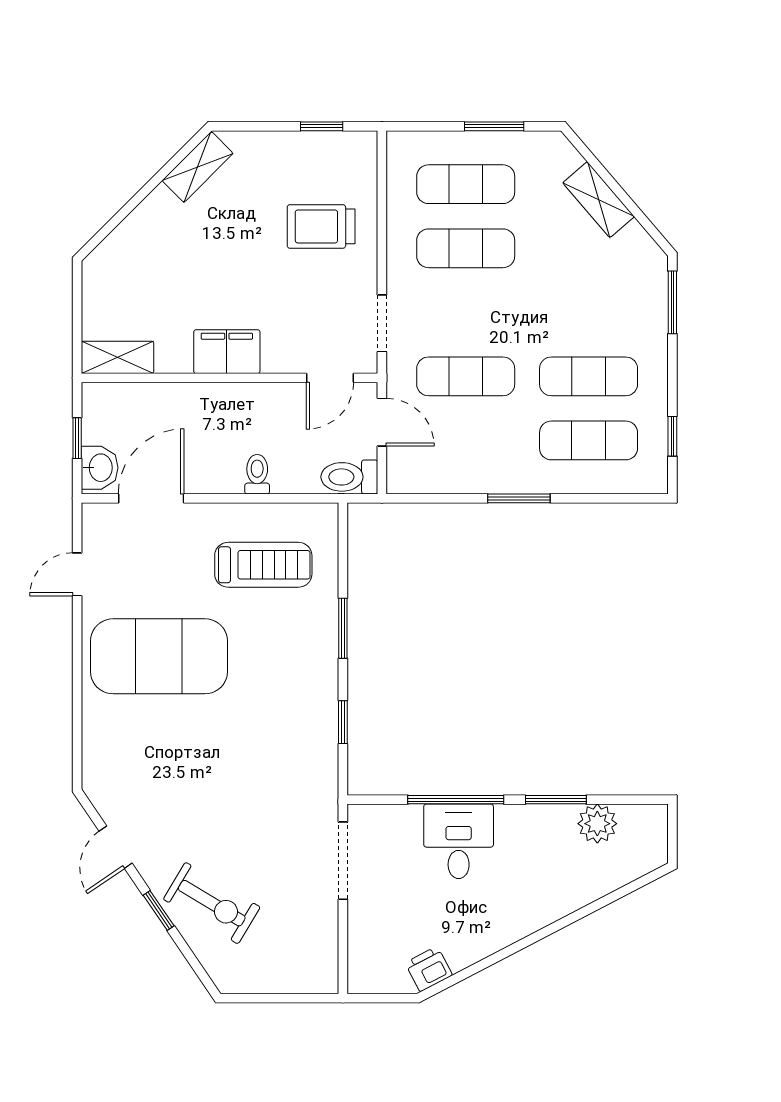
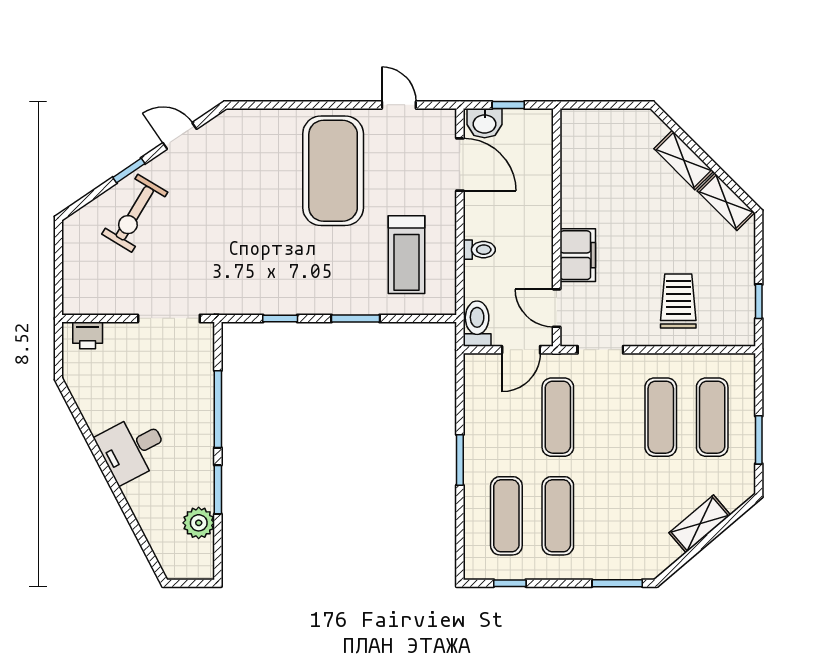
filing cabinet: (227, 352) -> (578, 255), moved
shelving: (118, 357) -> (684, 160), moved, turned -45
desk: (459, 841) -> (132, 448), moved, turned 153
printer: (429, 969) -> (88, 335), moved, turned 117

